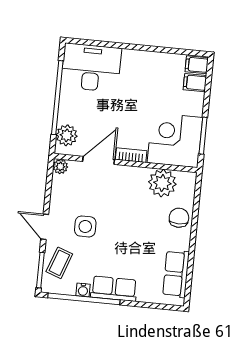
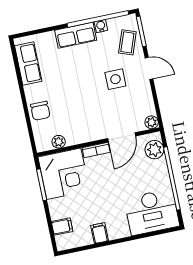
filing cabinet: (197, 65) -> (100, 233), moved, turned -90
plant: (162, 183) -> (59, 142), width x0.53, depth x0.53

